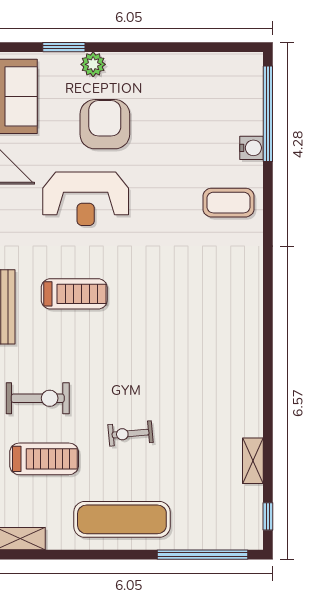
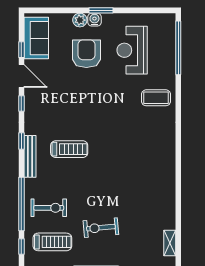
window: (64, 47) -> (101, 10), moved
water cooler: (252, 148) -> (94, 20), moved, turned -90
reception desk: (86, 199) -> (132, 50), moved, turned 90
exercise bike: (131, 434) -> (101, 228), width x1.38, depth x1.39

